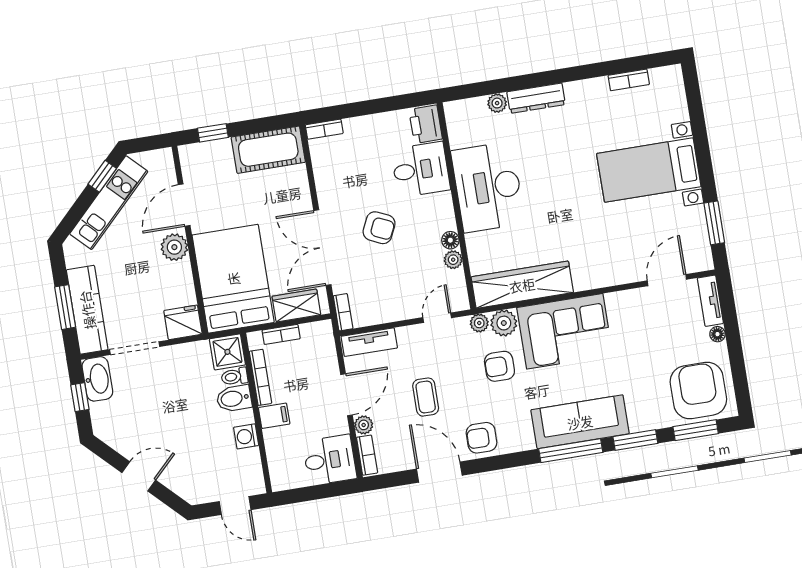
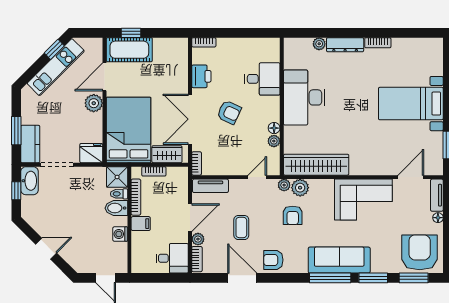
bookcase: (629, 80) -> (378, 43), moved
printer: (426, 124) -> (201, 76), moved, turned 180
cot: (268, 150) -> (129, 50), moved
kitchen counter: (87, 310) -> (30, 144), width x0.67
corner sofa: (565, 331) -> (363, 200), moved
armchair: (499, 366) -> (293, 215), turned -90

